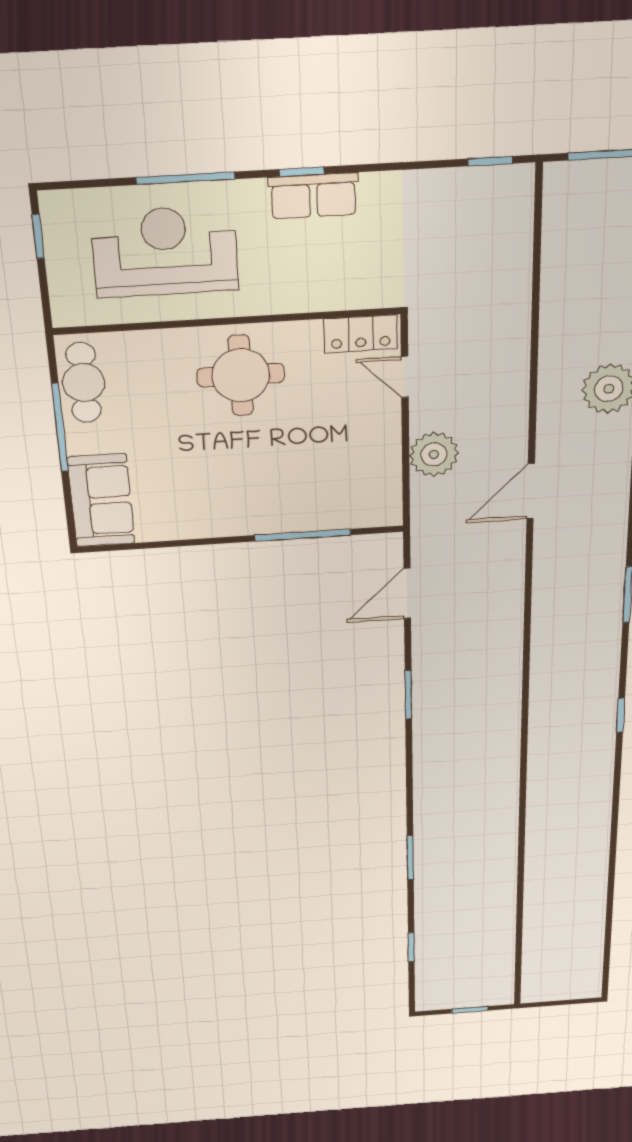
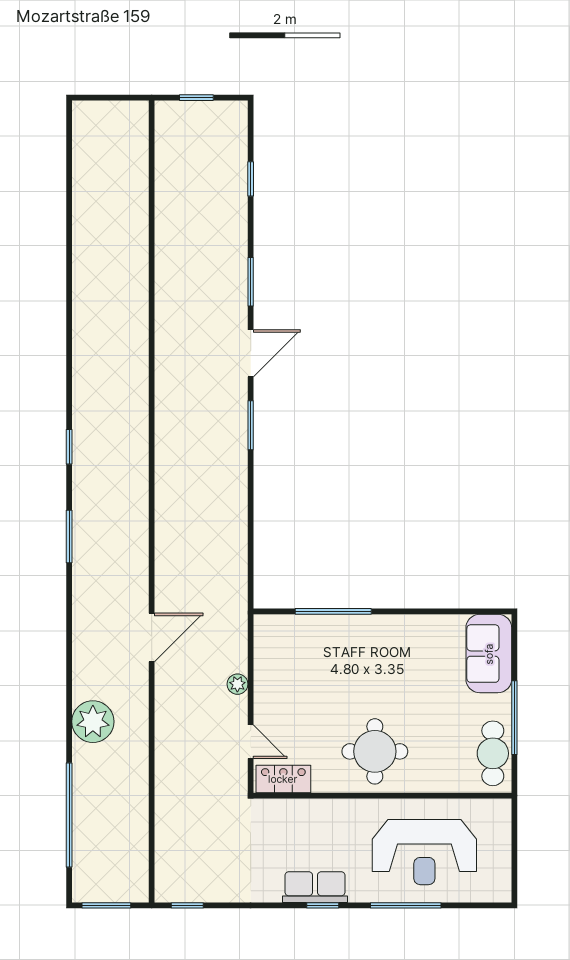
window: (38, 236) -> (514, 869), removed
plant: (434, 454) -> (237, 684), width x0.53, depth x0.53
door: (407, 593) -> (251, 353), moved
window: (408, 695) -> (251, 425), moved
window: (621, 715) -> (69, 447), moved

